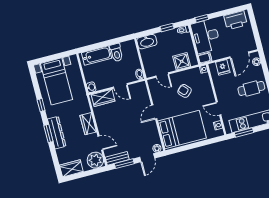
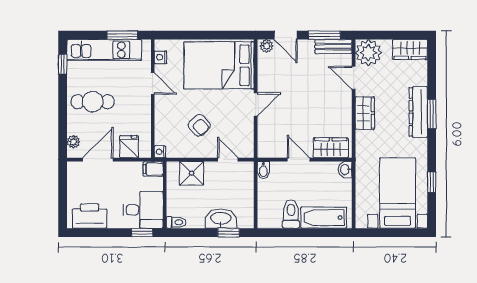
window: (167, 28) -> (229, 233), moved
desk: (206, 36) -> (143, 210), width x0.73
washbasin: (147, 42) -> (221, 219), moved
window: (41, 105) -> (432, 182), moved
door: (147, 158) -> (286, 35), swing flipped

